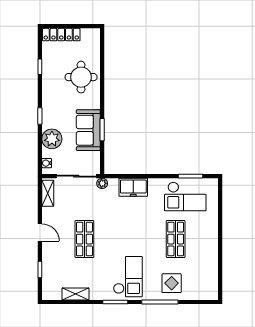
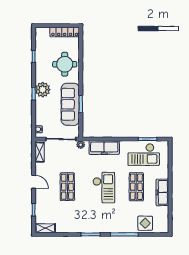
locker: (61, 35) -> (65, 32), moved
sofa: (88, 130) -> (70, 104), width x1.36
plant: (52, 139) -> (43, 90), moved
freezer: (133, 187) -> (104, 148), width x1.40
freezer: (210, 247) -> (162, 192), added
checkout: (128, 277) -> (104, 188), moved
display table: (172, 283) -> (145, 223), moved
shelving: (75, 294) -> (45, 228), moved

